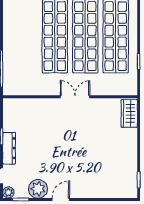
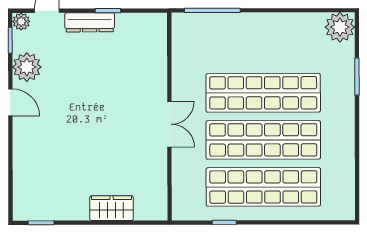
wardrobe: (129, 113) -> (112, 208), moved

